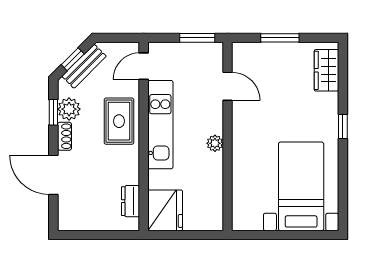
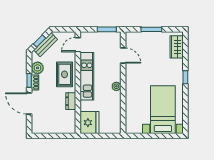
window: (53, 112) -> (29, 80), moved
dresser: (131, 201) -> (71, 101), moved

